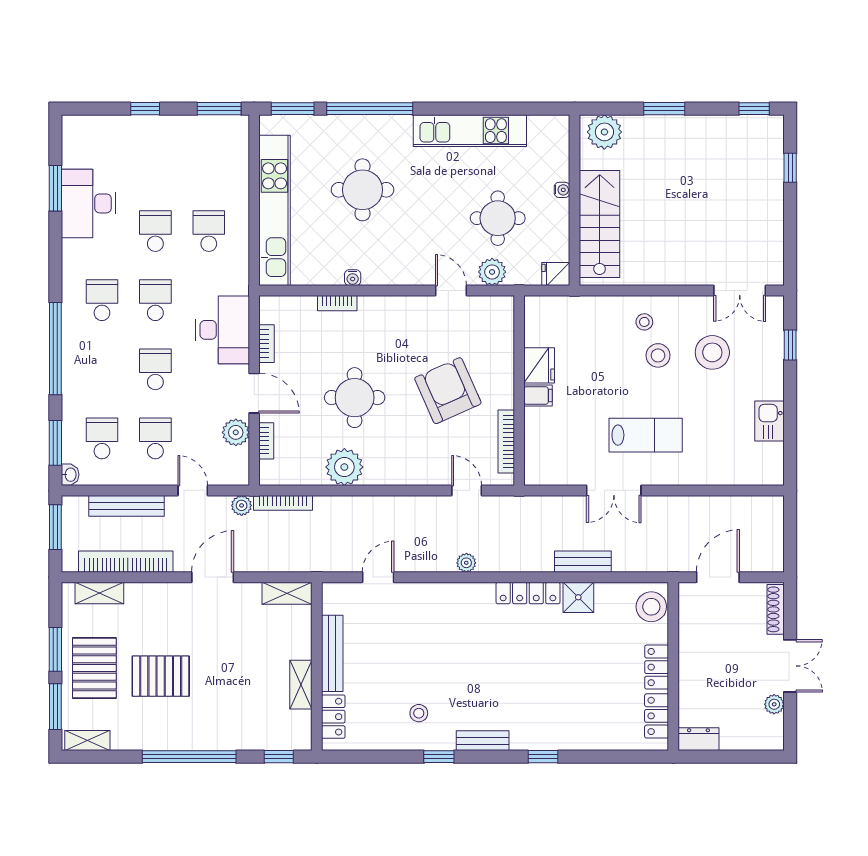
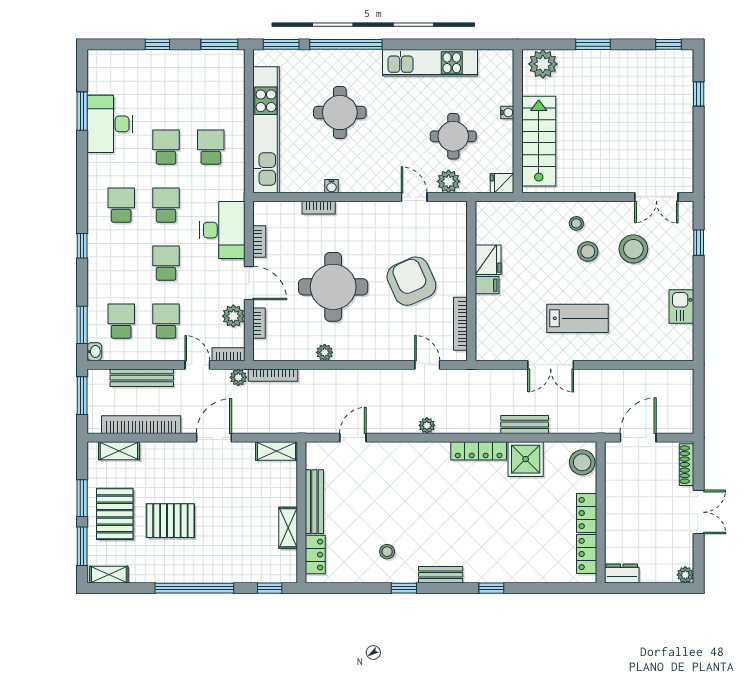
window: (55, 349) -> (82, 246), width x0.32
round table: (355, 398) -> (333, 287), width x1.36, depth x1.36
plant: (344, 467) -> (325, 352), width x0.53, depth x0.53
bookcase: (230, 478) -> (229, 354), added
shower: (578, 597) -> (526, 459), width x1.36, depth x1.36
plant: (774, 704) -> (685, 575), moved

